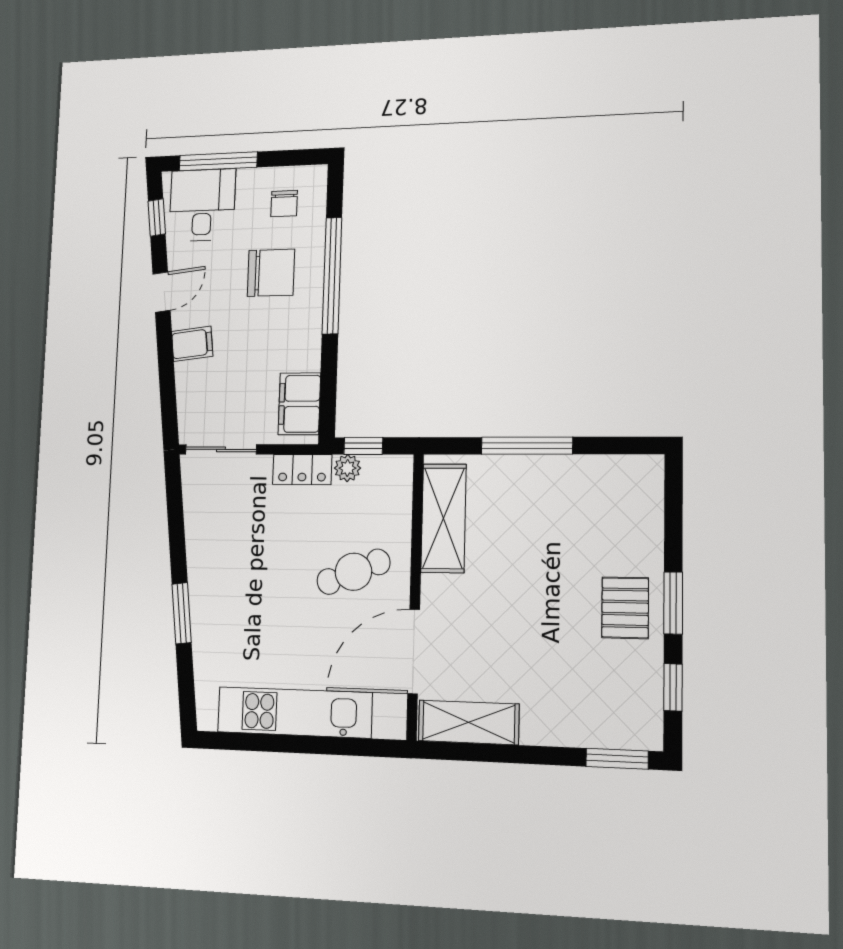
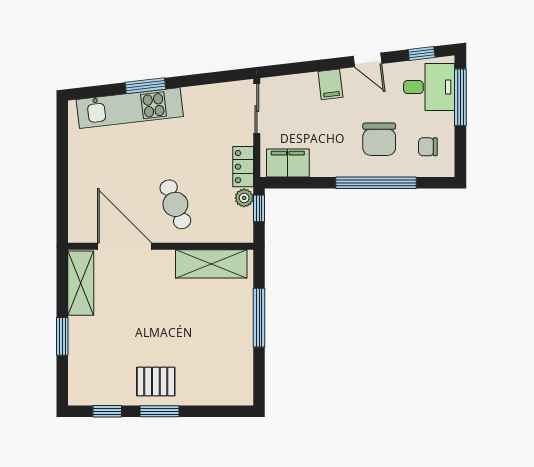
kitchen unit: (294, 712) -> (130, 108), moved, turned 83
window: (617, 759) -> (62, 336), moved

